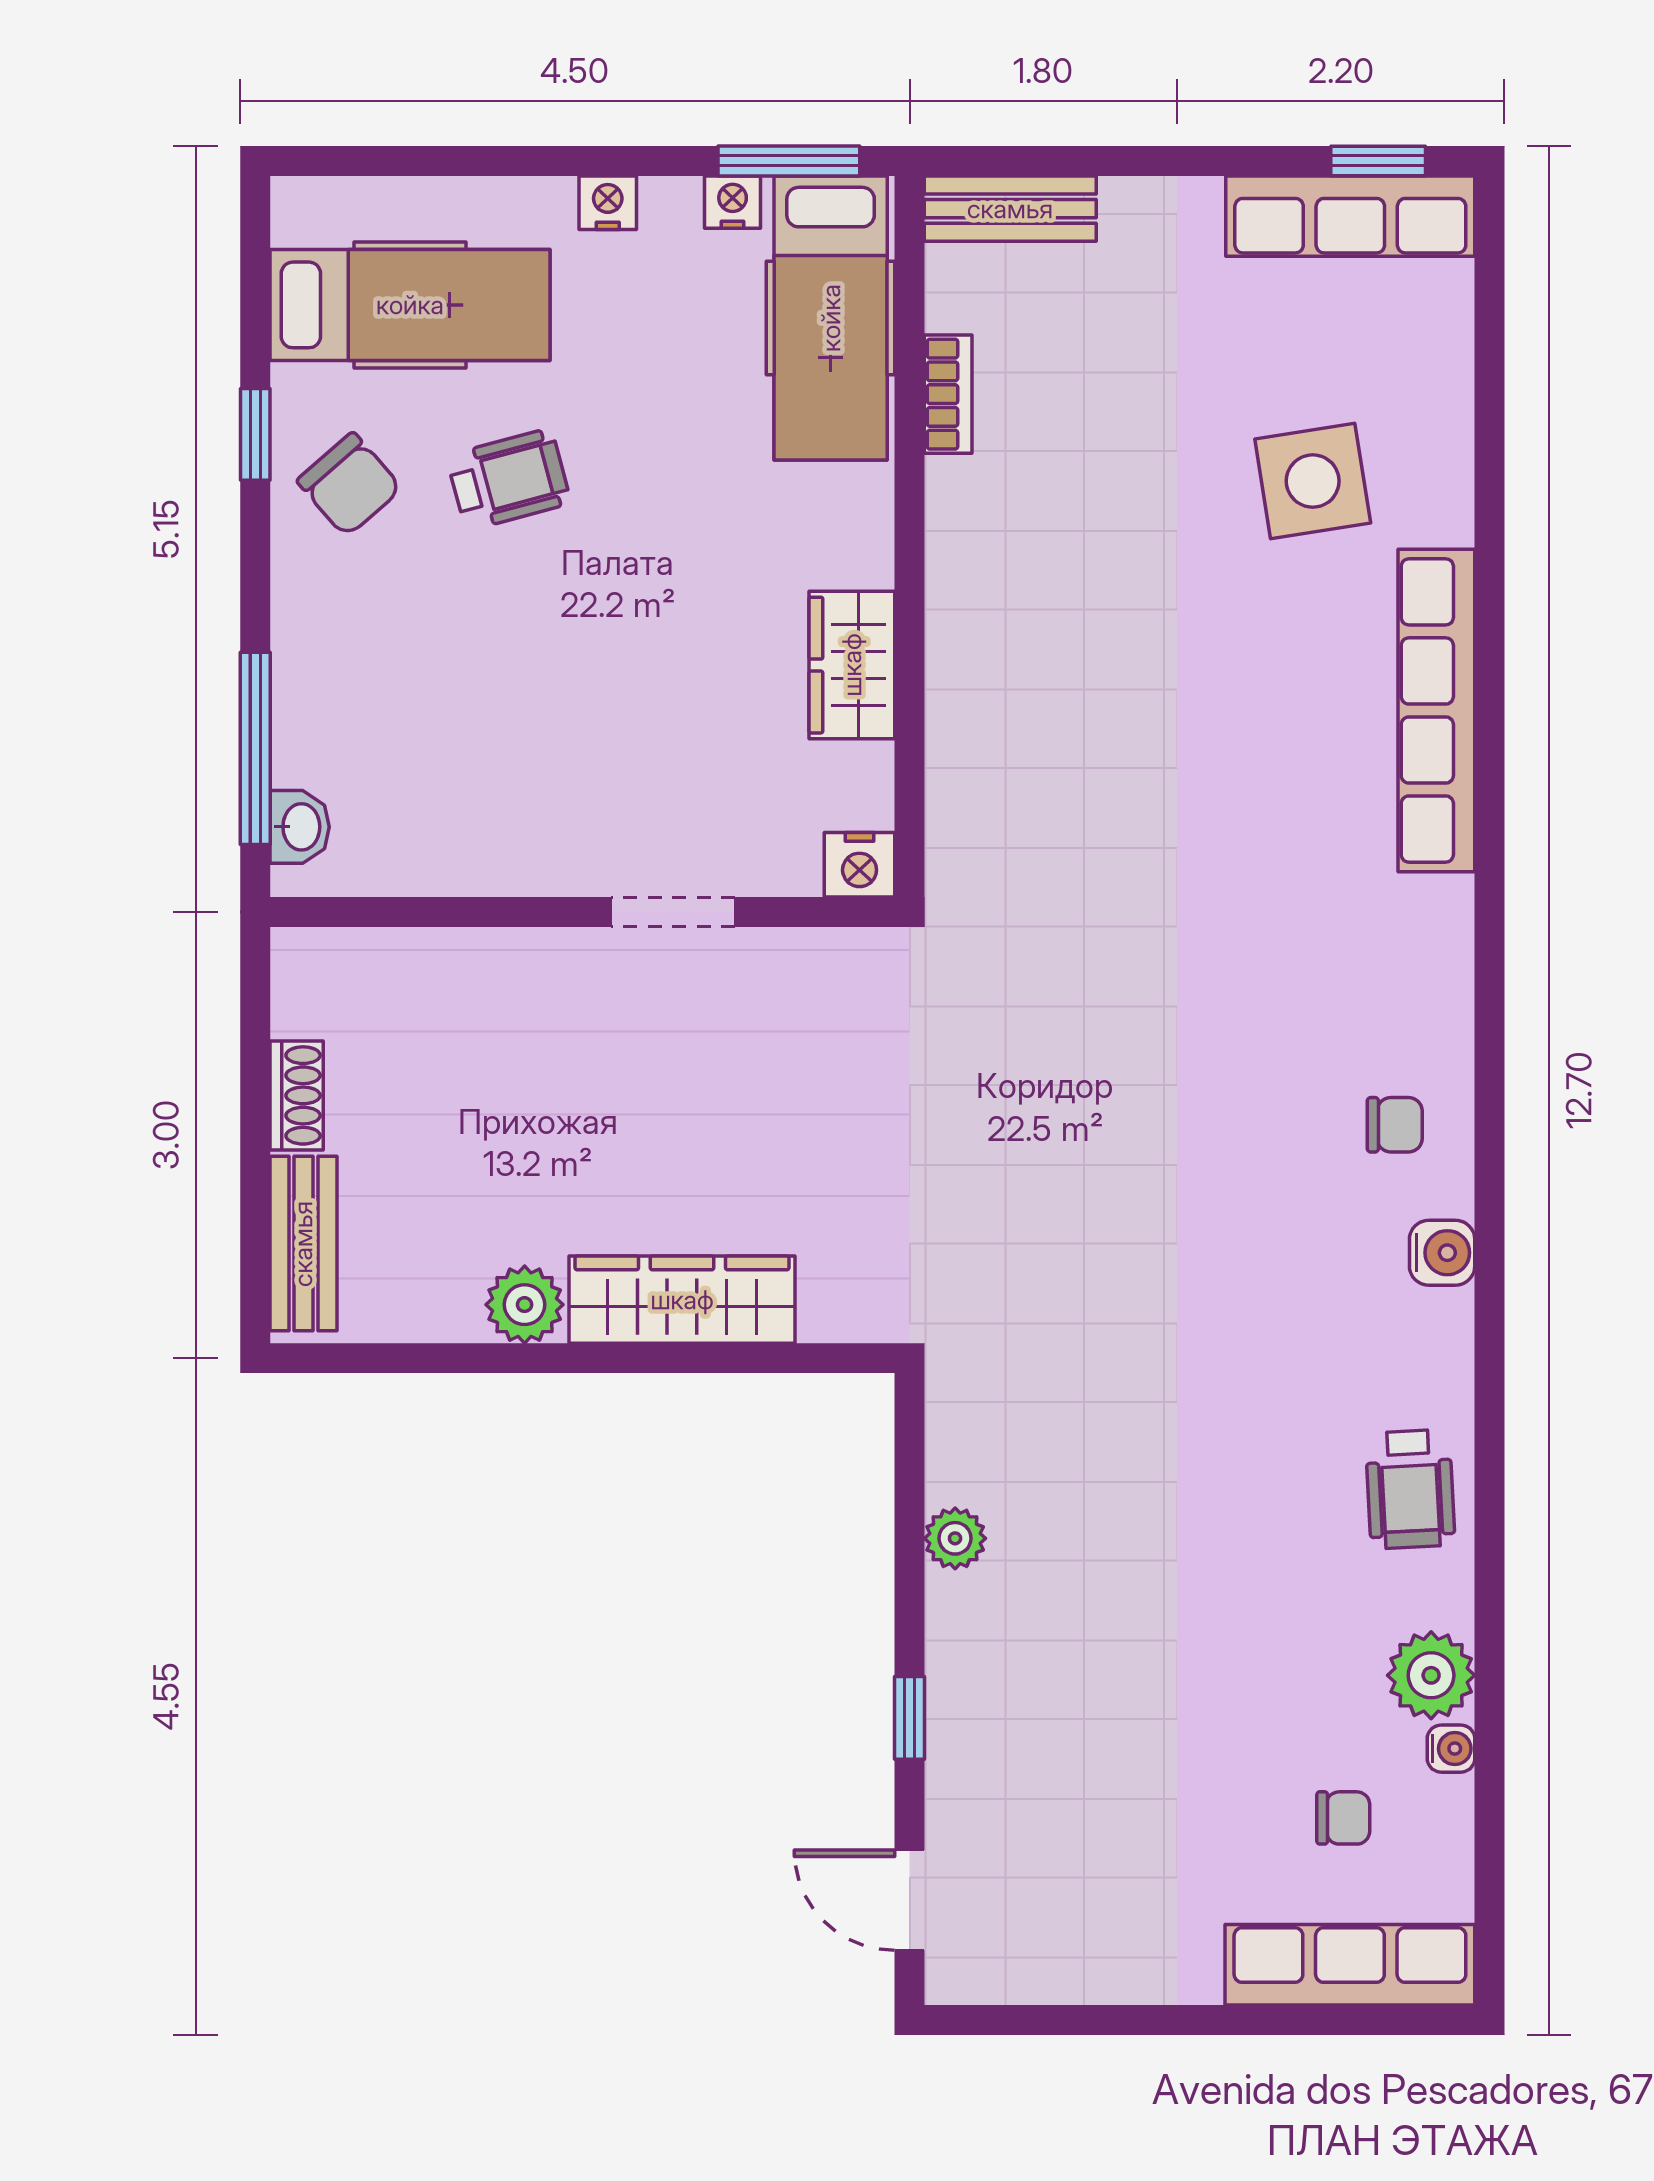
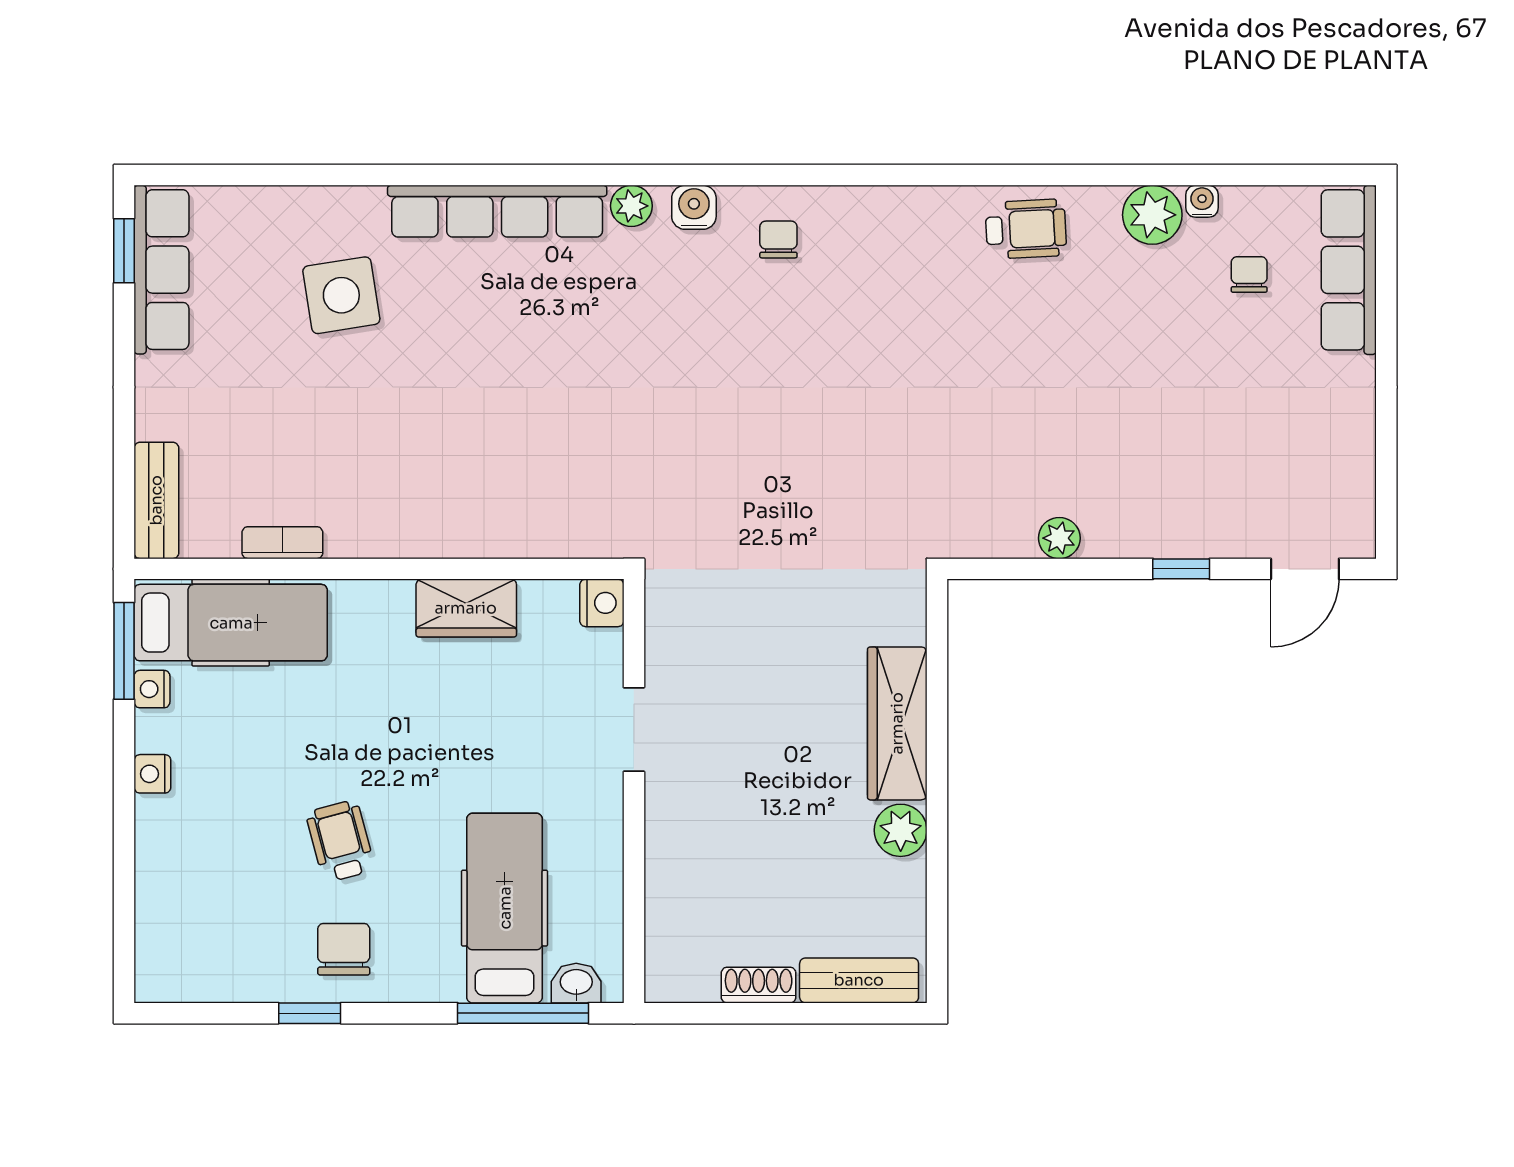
hospital bed: (410, 305) -> (505, 908), moved
chair: (349, 485) -> (344, 949), turned -49
plant: (1444, 908) -> (631, 206), added
water cooler: (1442, 1253) -> (694, 207), moved

